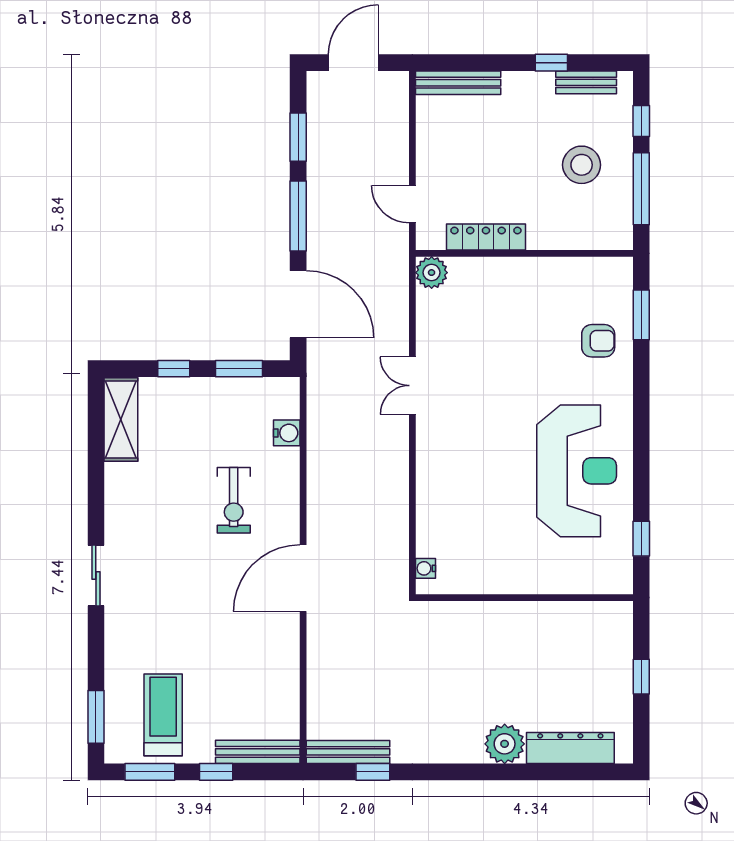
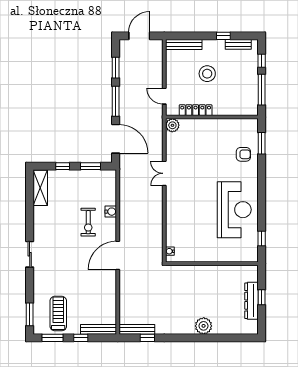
stool: (582, 165) -> (207, 74), moved
water cooler: (287, 433) -> (111, 212), moved
dresser: (570, 748) -> (252, 301), moved, turned -90

